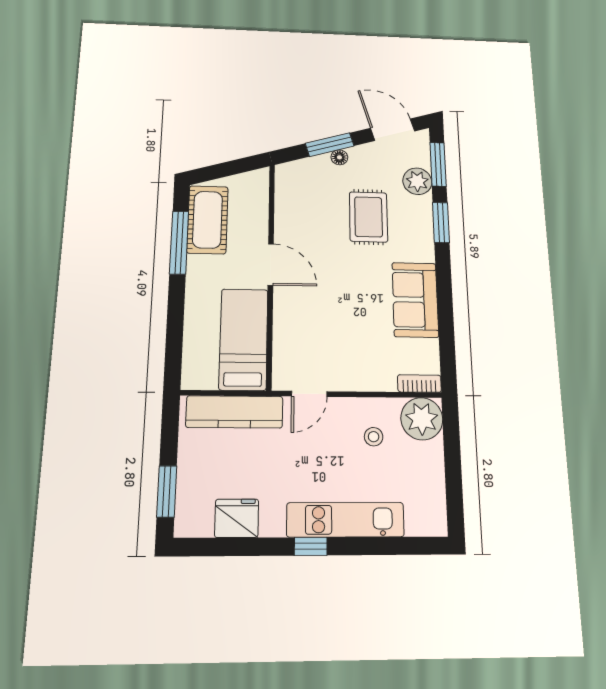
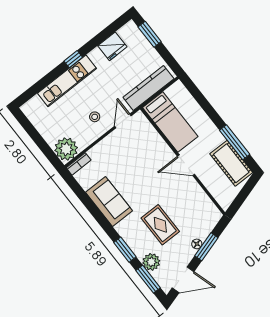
stool: (374, 437) -> (95, 117), moved

